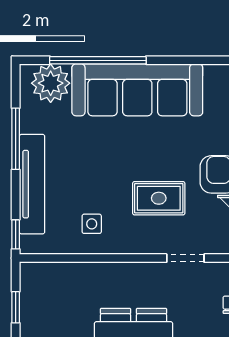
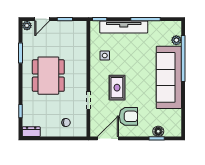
plant: (51, 83) -> (176, 40), width x0.53, depth x0.53

